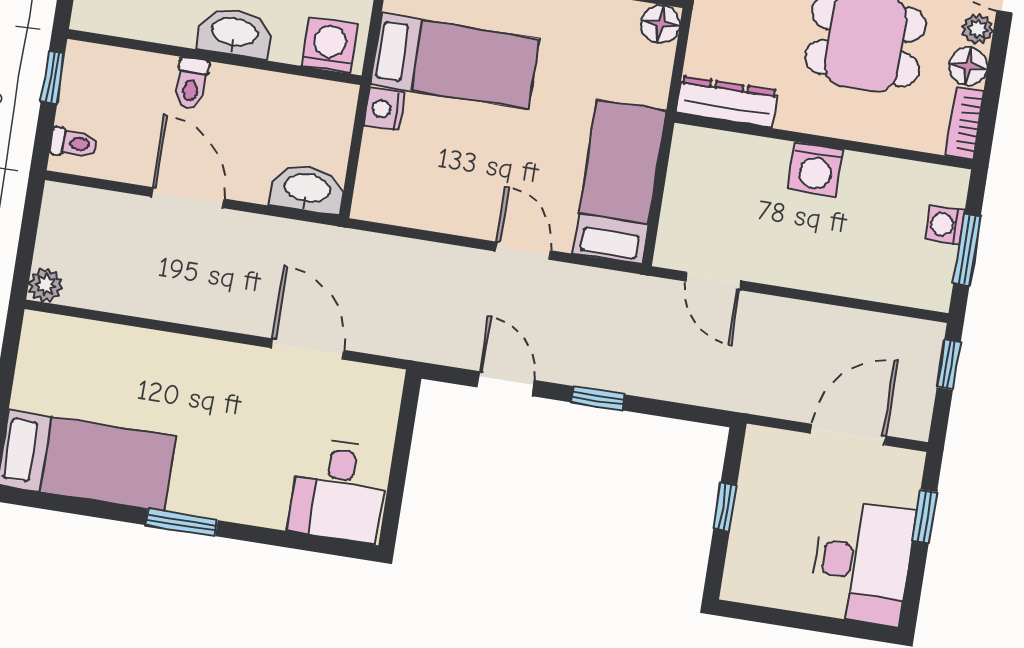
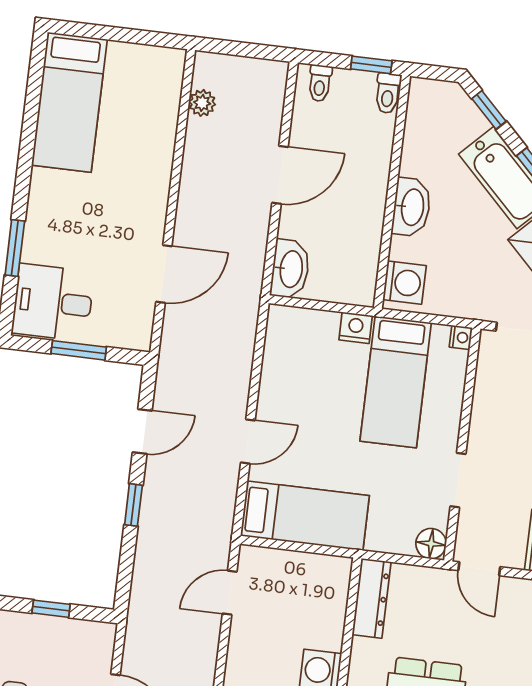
toilet: (191, 84) -> (388, 93), moved, turned -90
plant: (46, 285) -> (202, 103), moved
window: (400, 460) -> (79, 350), added
window: (181, 523) -> (15, 248), moved

